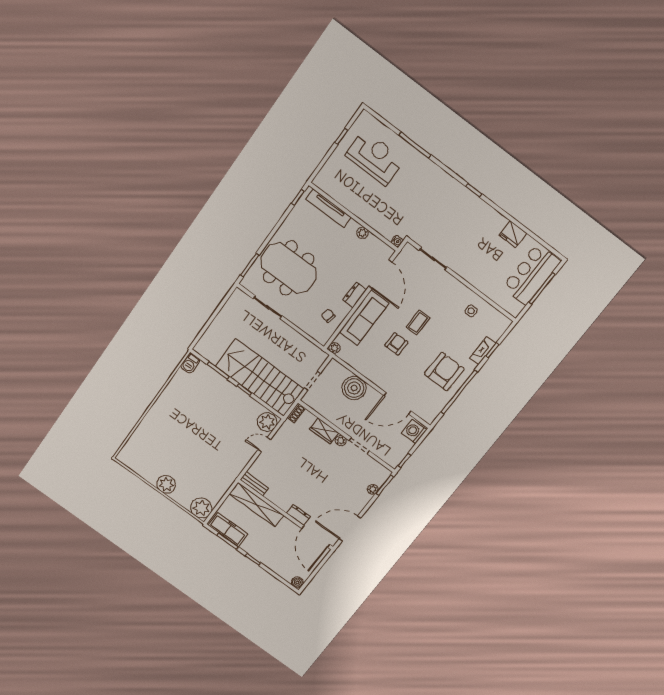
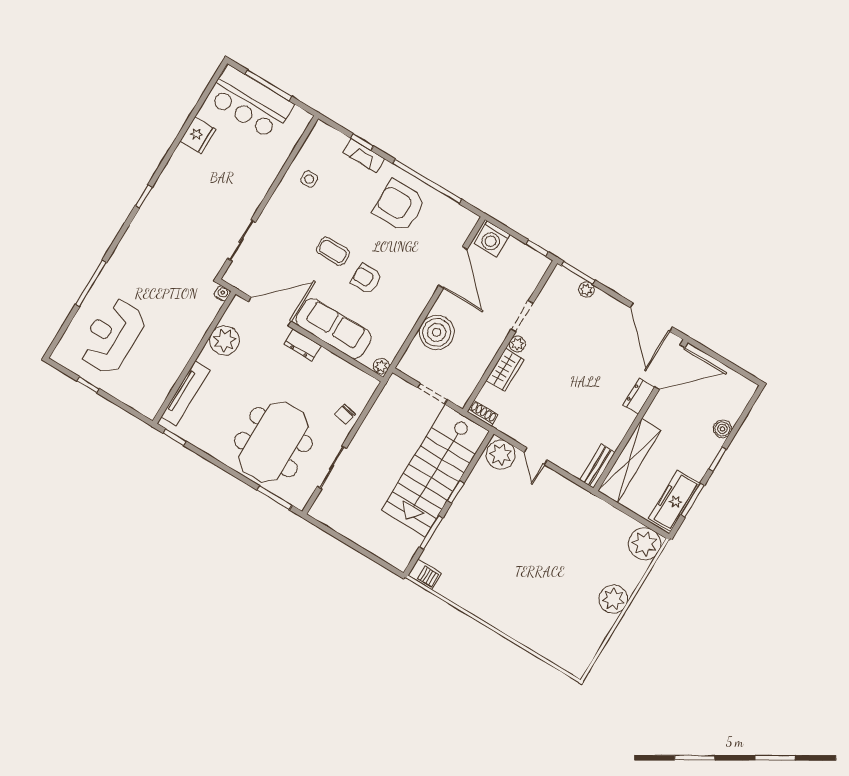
plant: (362, 233) -> (224, 340), width x1.87, depth x1.87
chair: (328, 316) -> (345, 414), moved
boiler: (297, 582) -> (722, 429), moved

